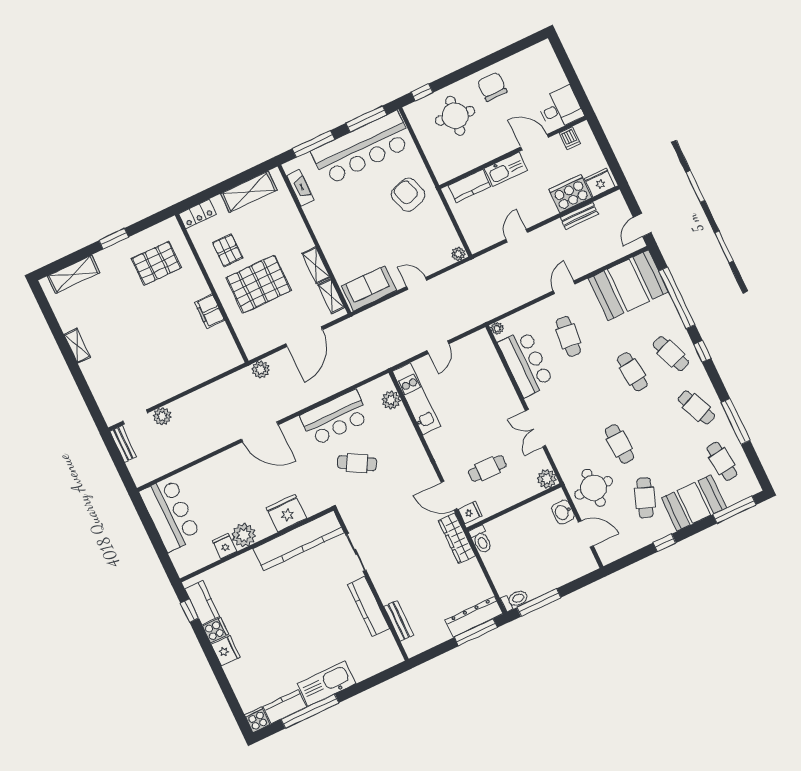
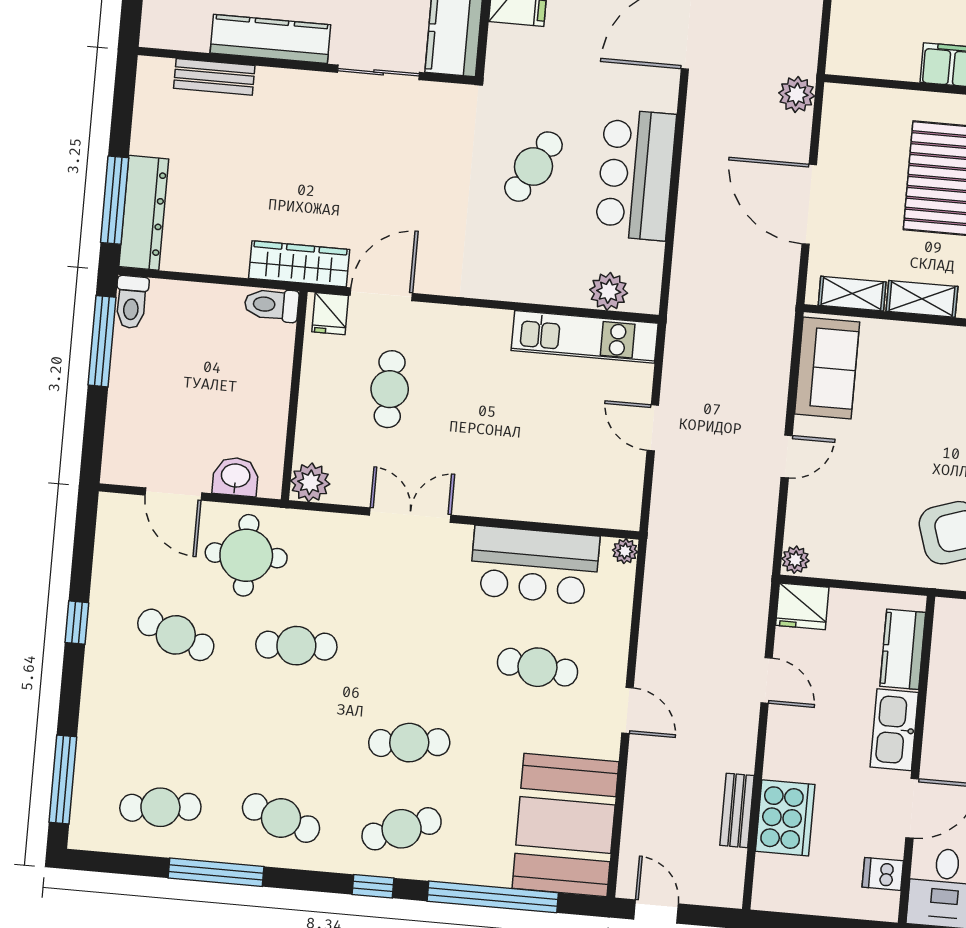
fridge: (600, 183) -> (802, 606), moved, turned 90
cafe table: (696, 407) -> (281, 818), turned 42
booth: (694, 503) -> (116, 715), removed
door: (586, 534) -> (173, 494), hinge flipped

